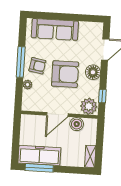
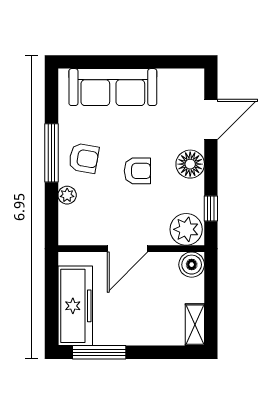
armchair: (65, 74) -> (137, 171), width x0.53, depth x0.53
boiler: (77, 124) -> (192, 265), moved
freezer: (39, 155) -> (75, 306), moved, turned 90

